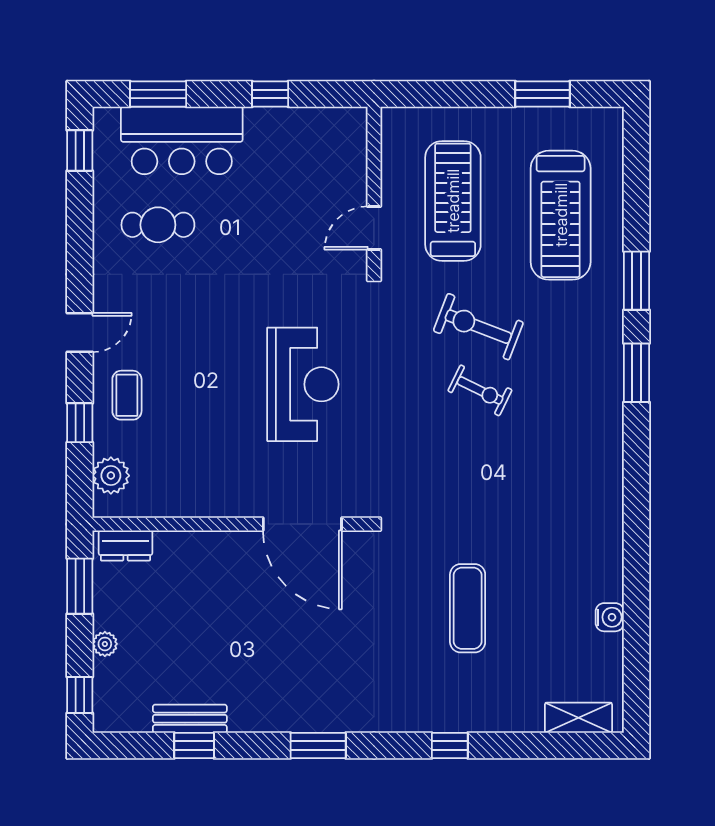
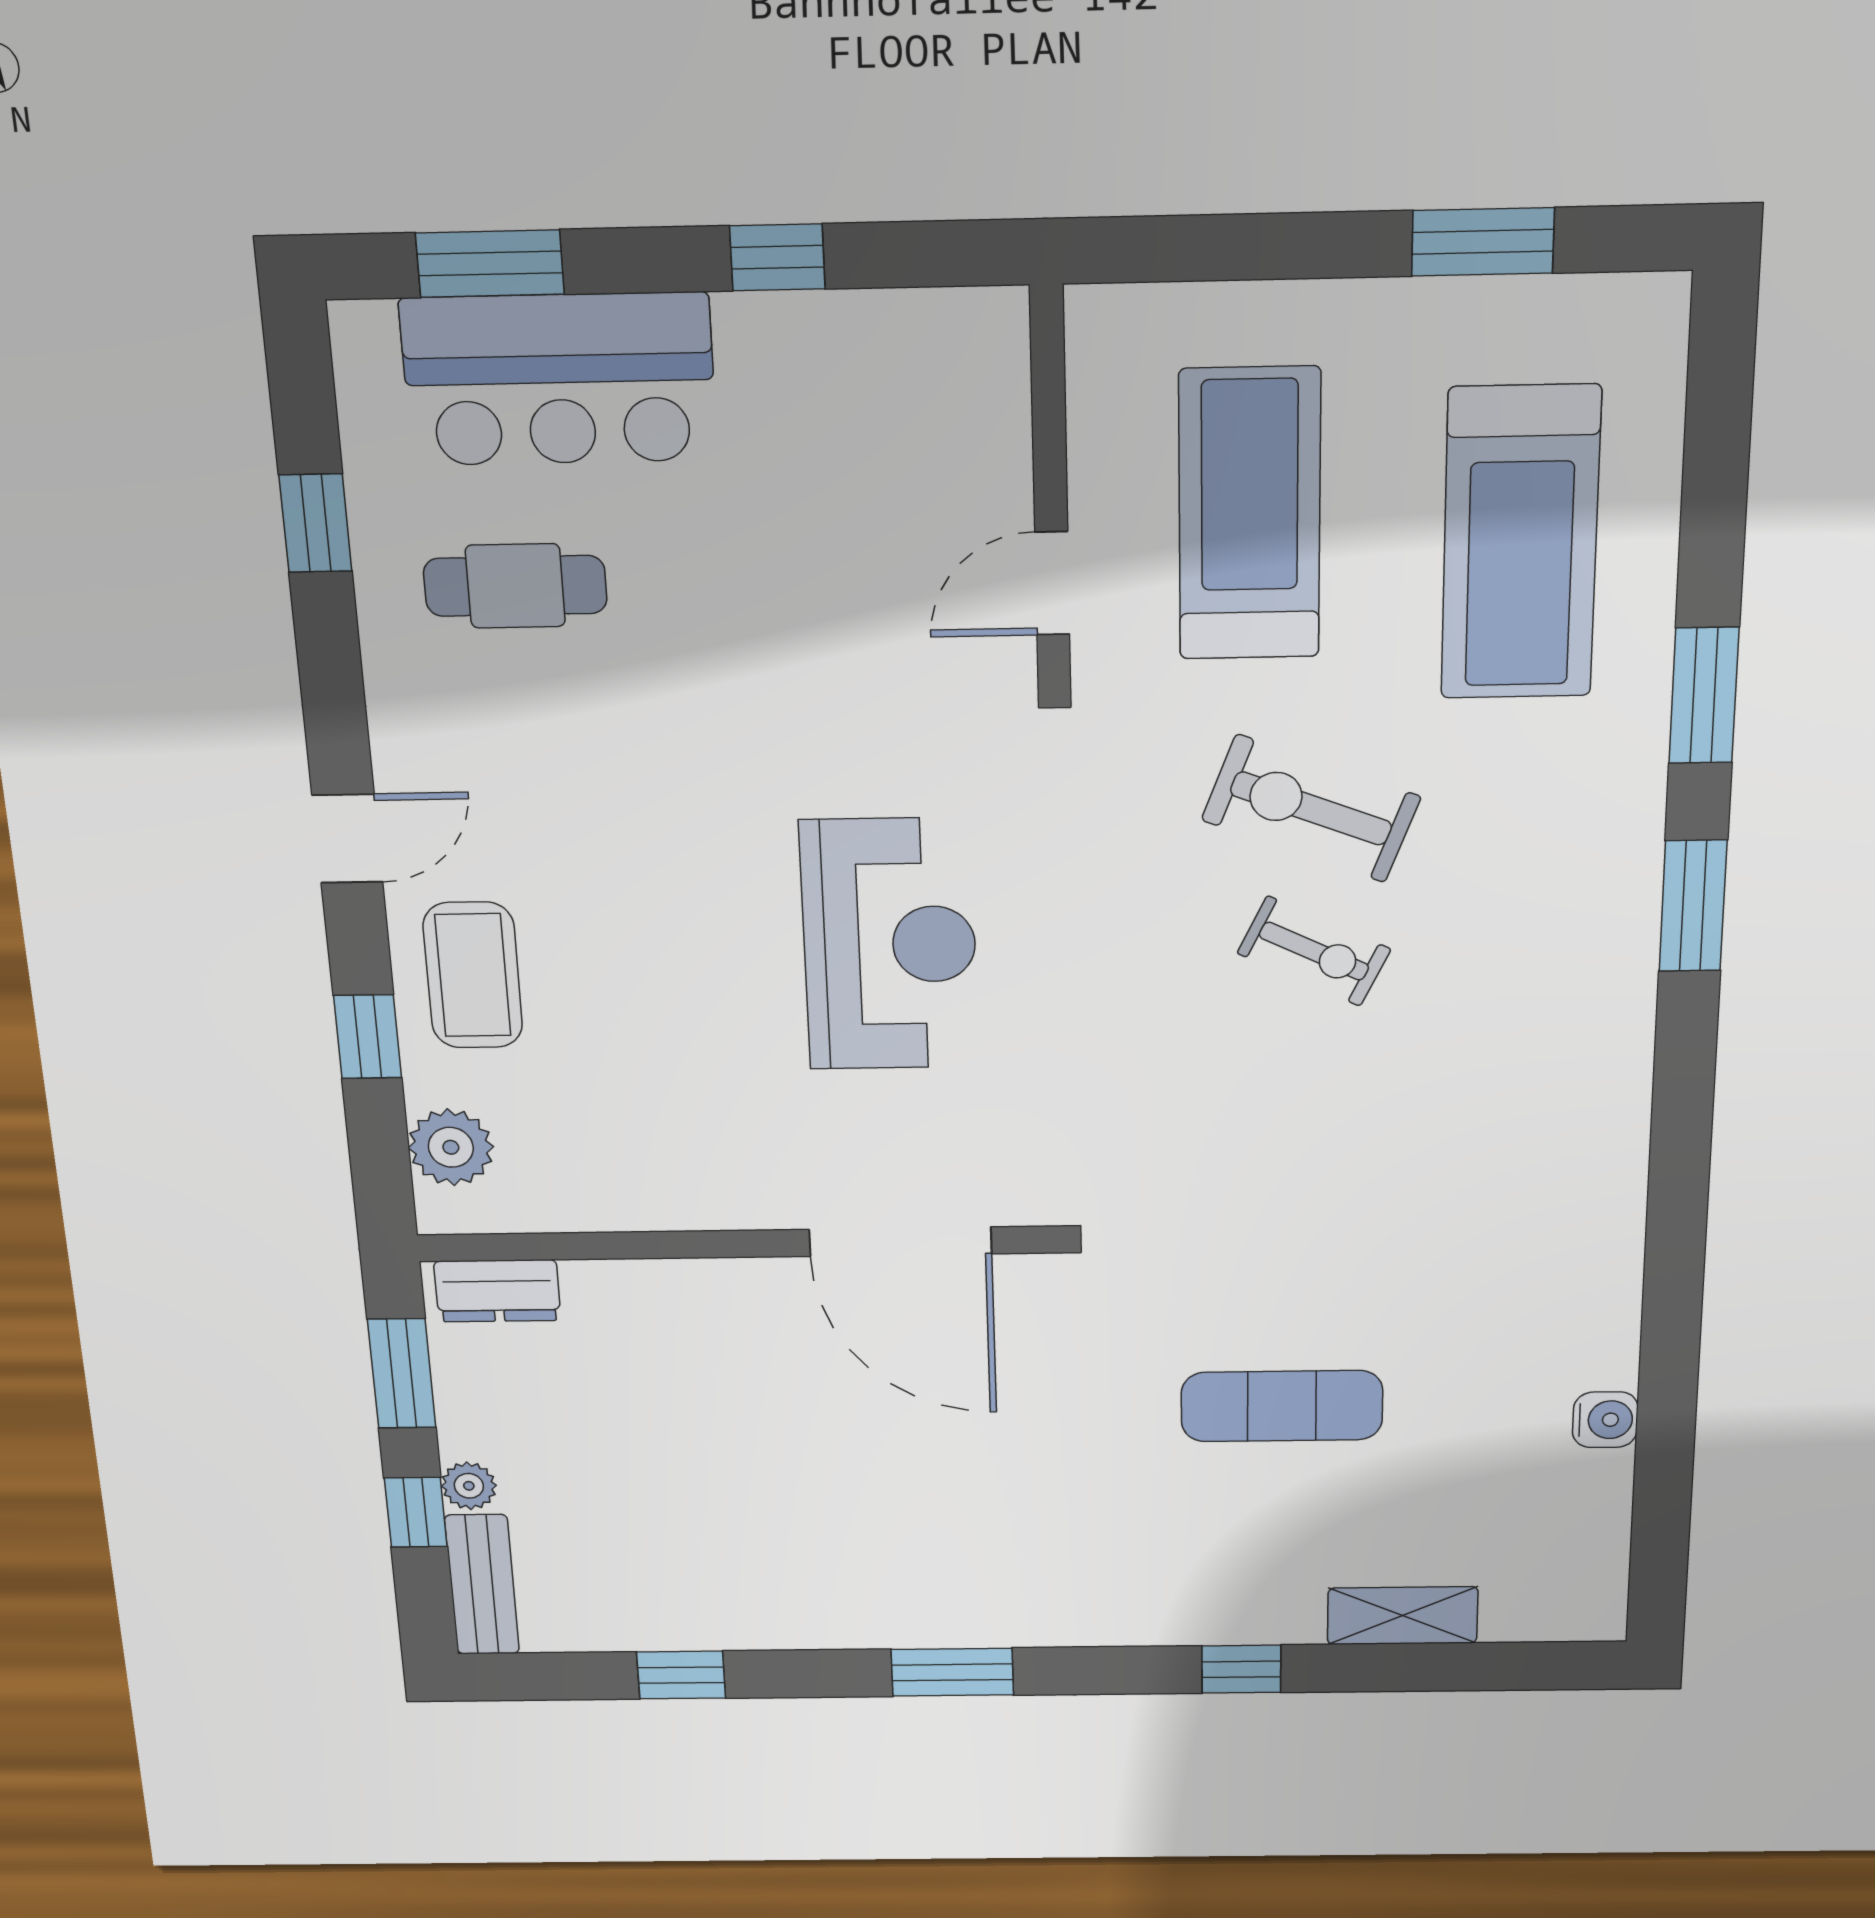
window: (80, 151) -> (315, 523), moved
coffee table: (127, 395) -> (473, 975), width x1.36, depth x1.30
exercise mat: (468, 608) -> (1282, 1406), turned 90
window: (80, 695) -> (416, 1512), moved
shelving: (578, 718) -> (1403, 1616), moved
bench: (190, 719) -> (482, 1585), moved, turned 90

